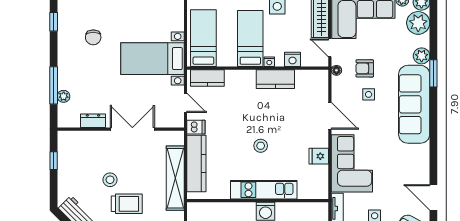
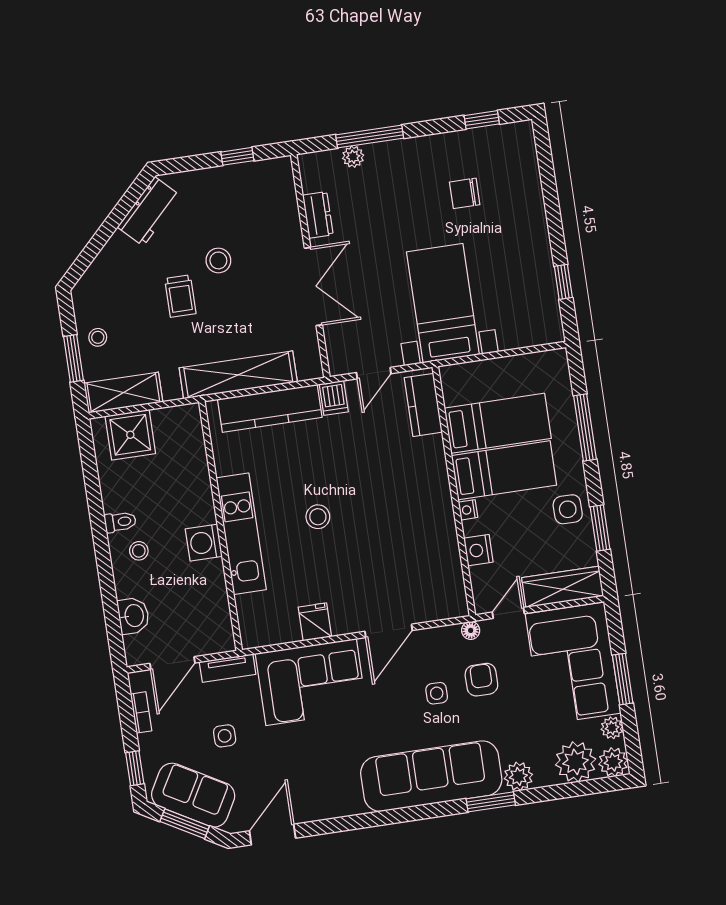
bed: (203, 38) -> (498, 423), moved
kitchen counter: (275, 79) -> (439, 525), removed
trolley: (127, 204) -> (180, 296), width x0.73, depth x0.72

